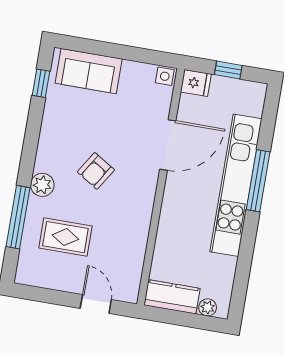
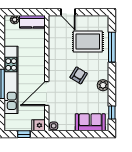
plant: (42, 185) -> (103, 85), moved
rug: (65, 237) -> (88, 42), width x1.36, depth x1.43

